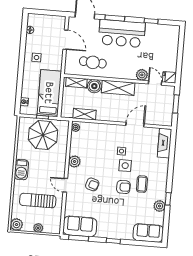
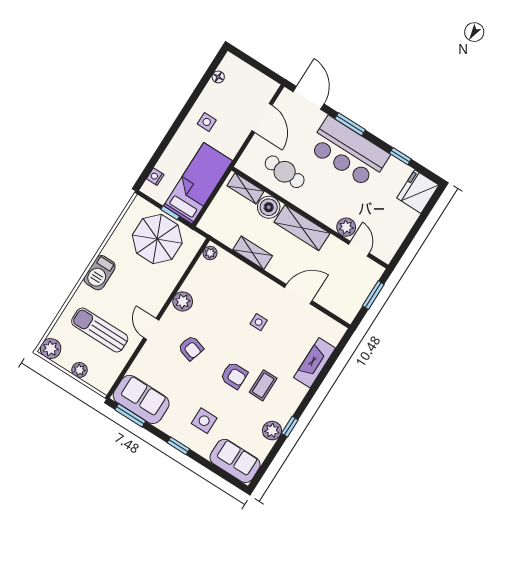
fridge: (169, 77) -> (418, 192), moved, width x1.88, depth x1.34
shelving: (85, 114) -> (253, 253), moved
fireplace: (164, 143) -> (315, 363), moved
side table: (125, 166) -> (204, 421), moved

